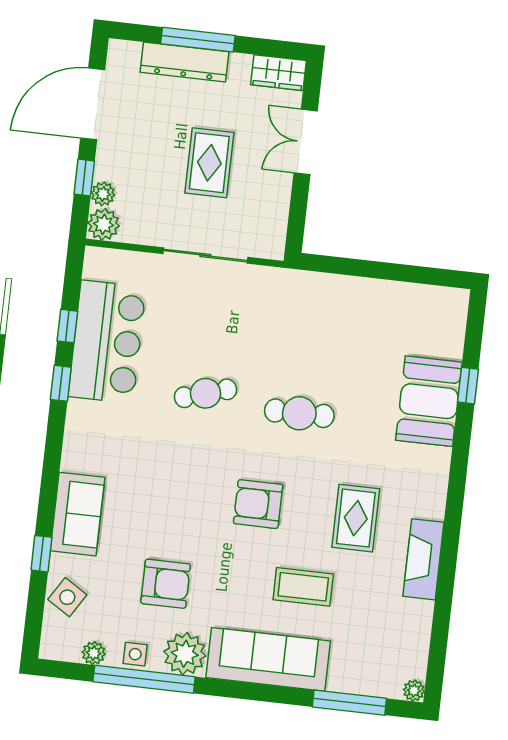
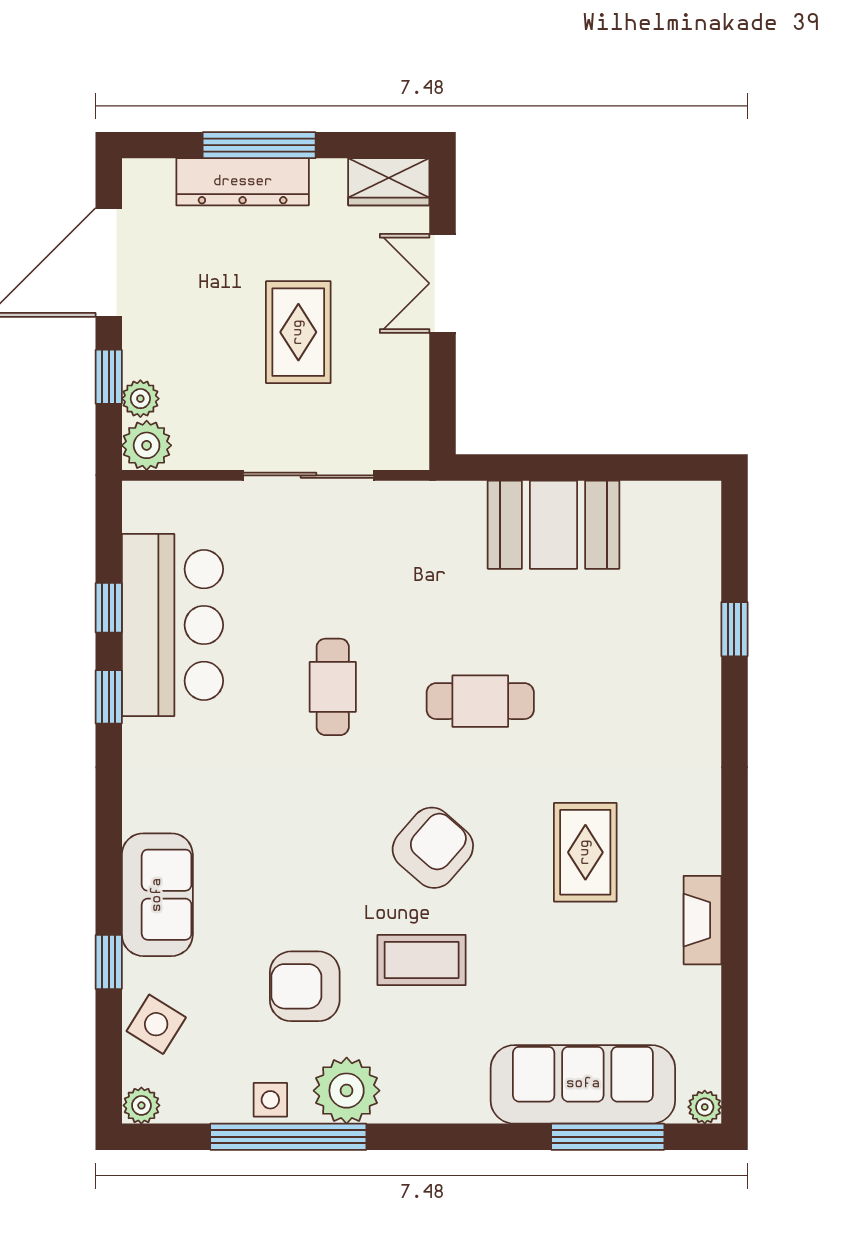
cafe table: (206, 393) -> (333, 687), turned -73
booth: (429, 401) -> (554, 525), moved, turned 90
armchair: (258, 504) -> (433, 848), turned 131
fireplace: (423, 559) -> (702, 920), width x0.73, depth x0.76
armchair: (166, 584) -> (305, 986), turned 180
coffee table: (303, 587) -> (422, 960), moved
plant: (94, 653) -> (141, 1105), moved
sofa: (268, 659) -> (583, 1084), moved

